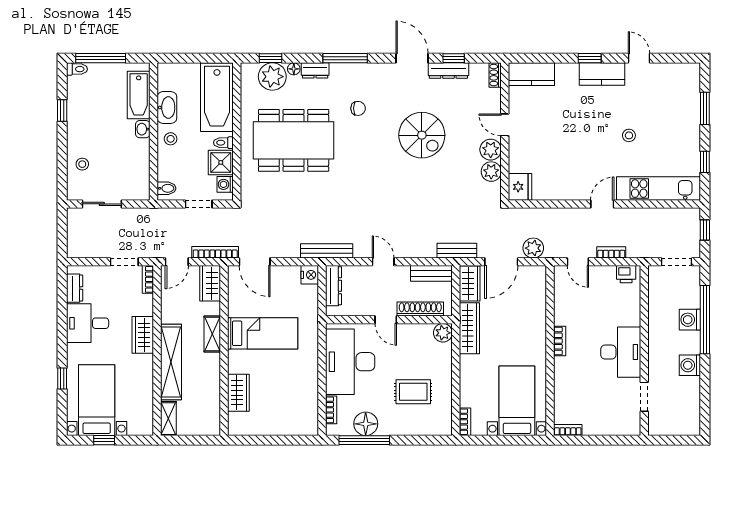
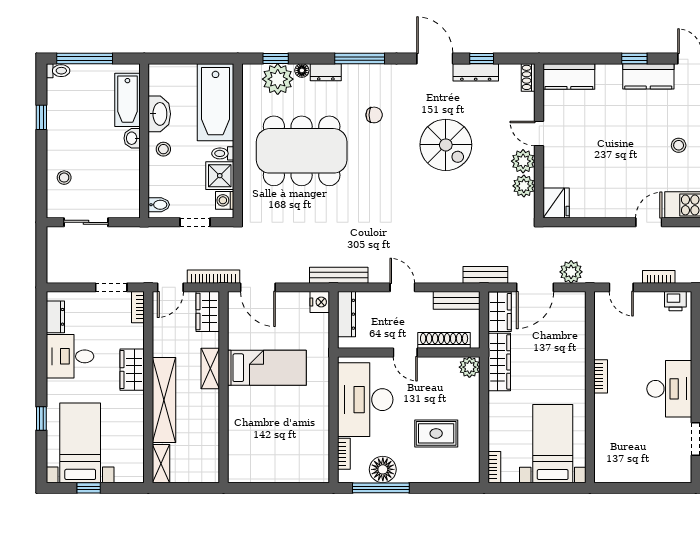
wardrobe: (238, 393) -> (240, 435), removed
bookcase: (568, 430) -> (610, 476), removed

